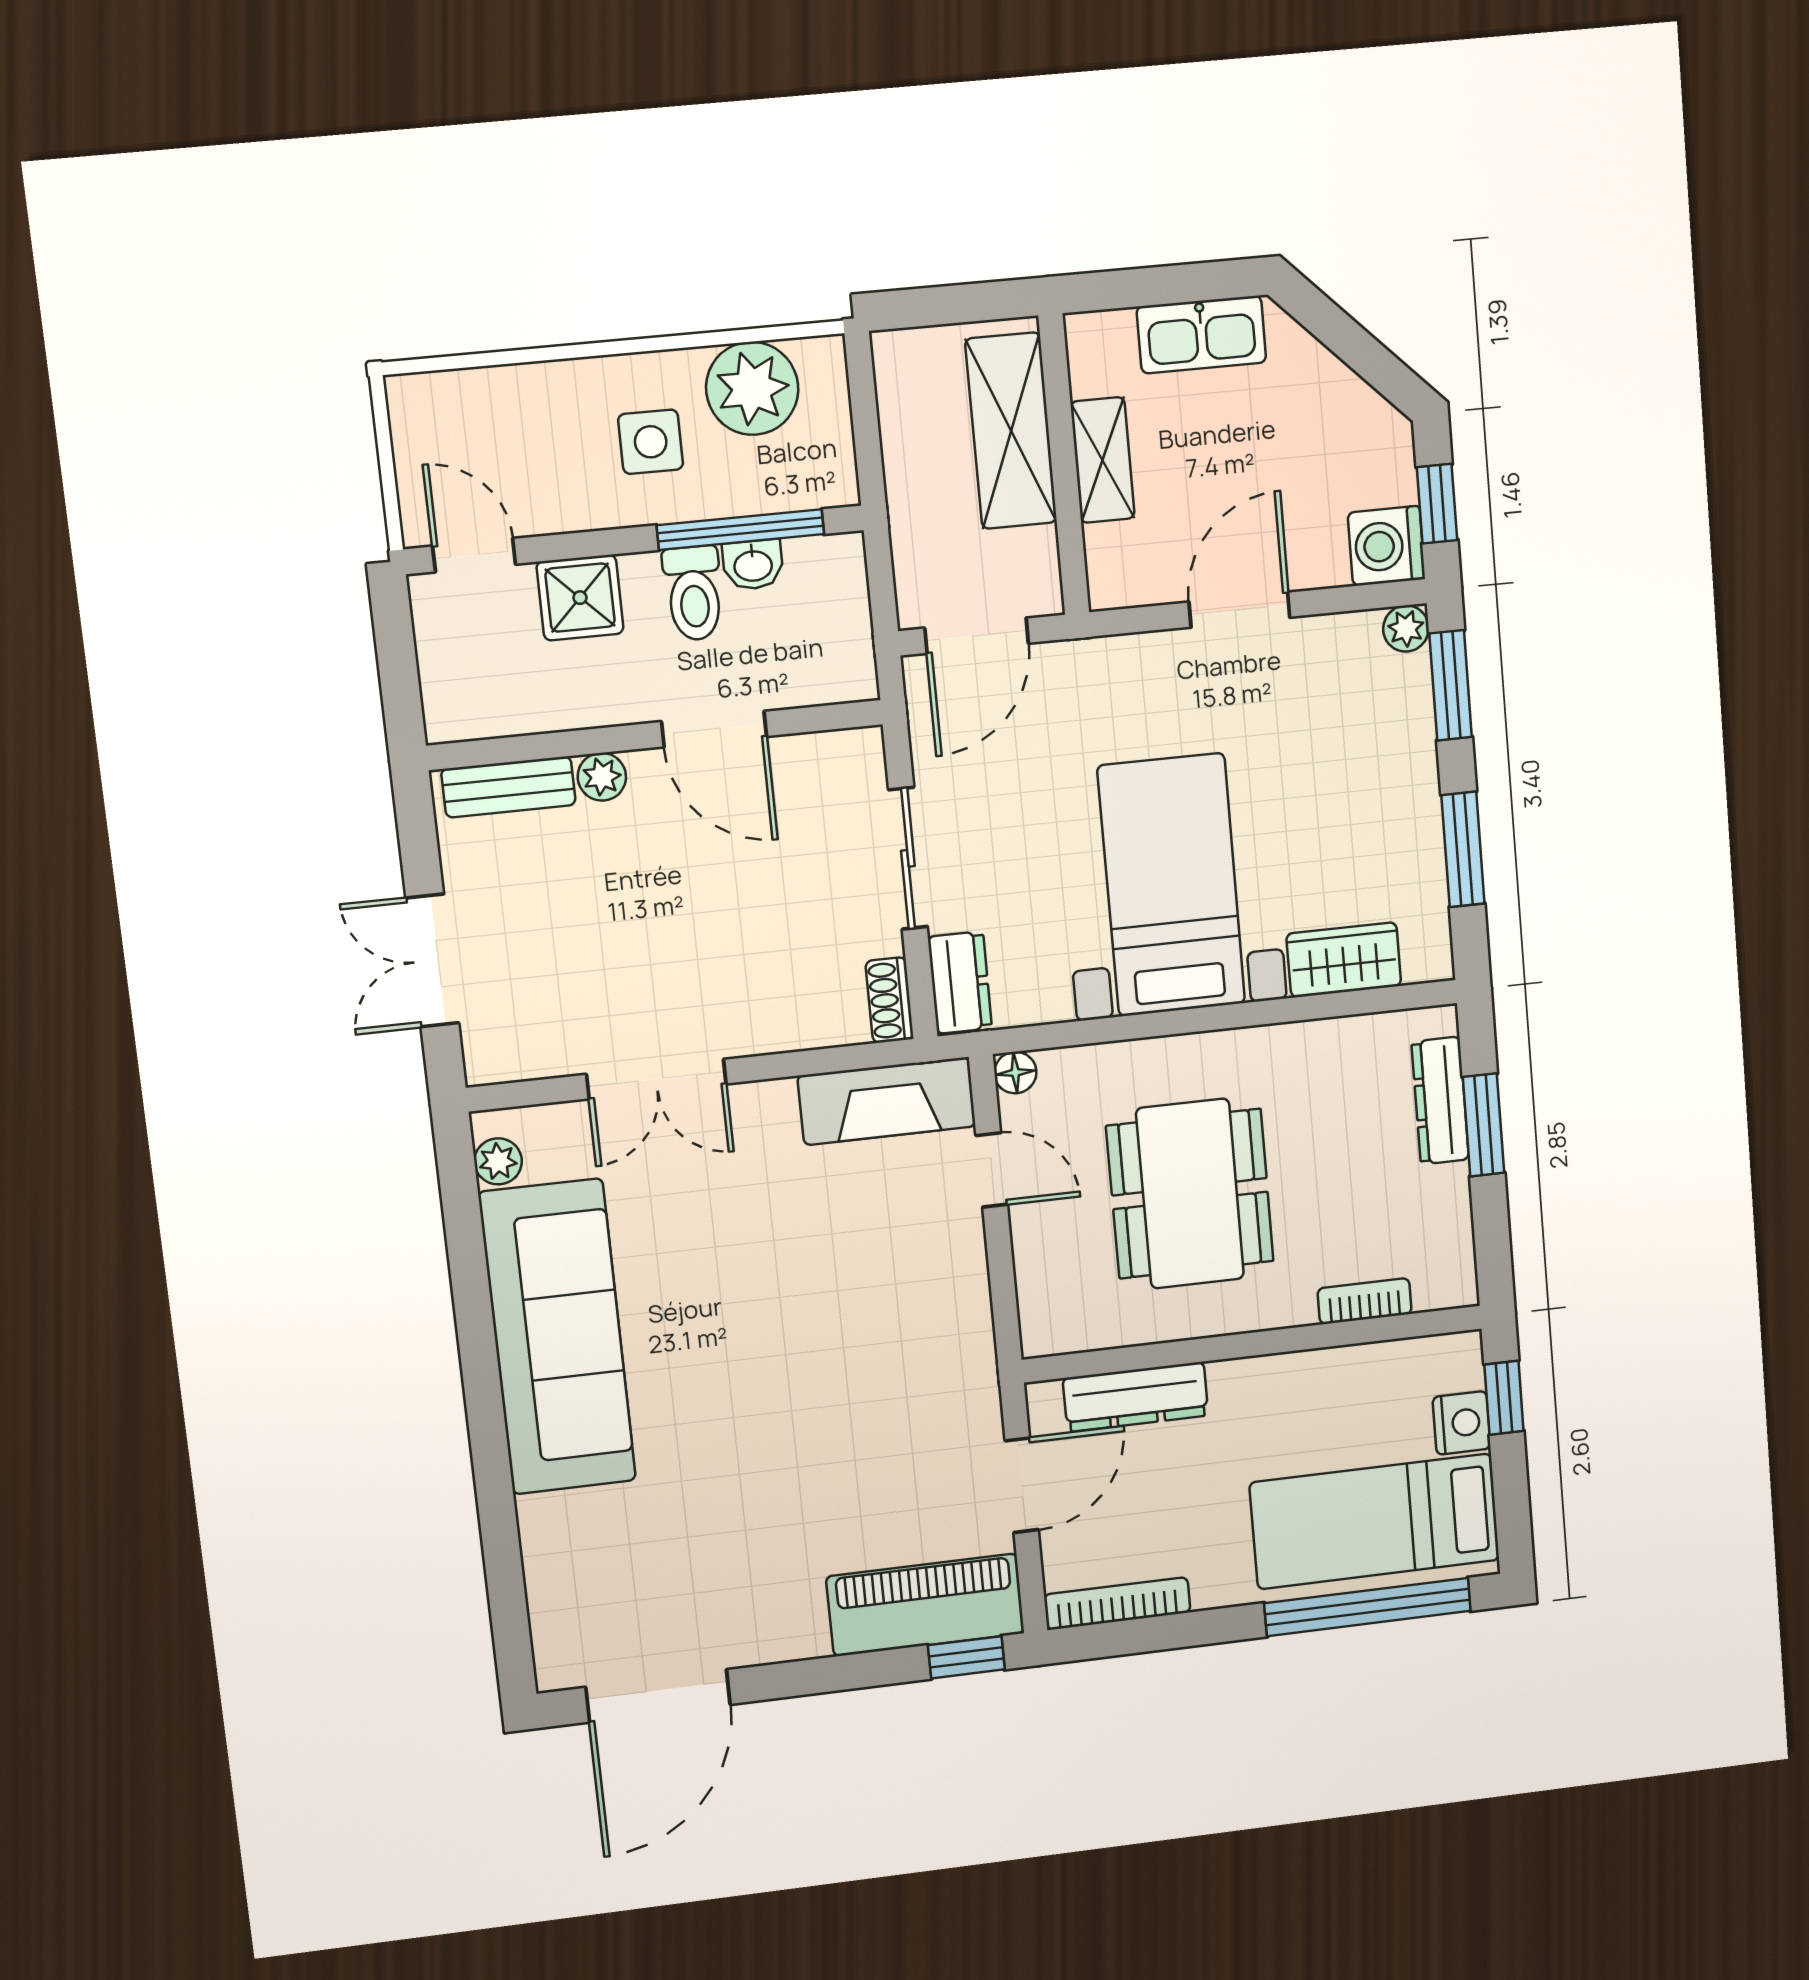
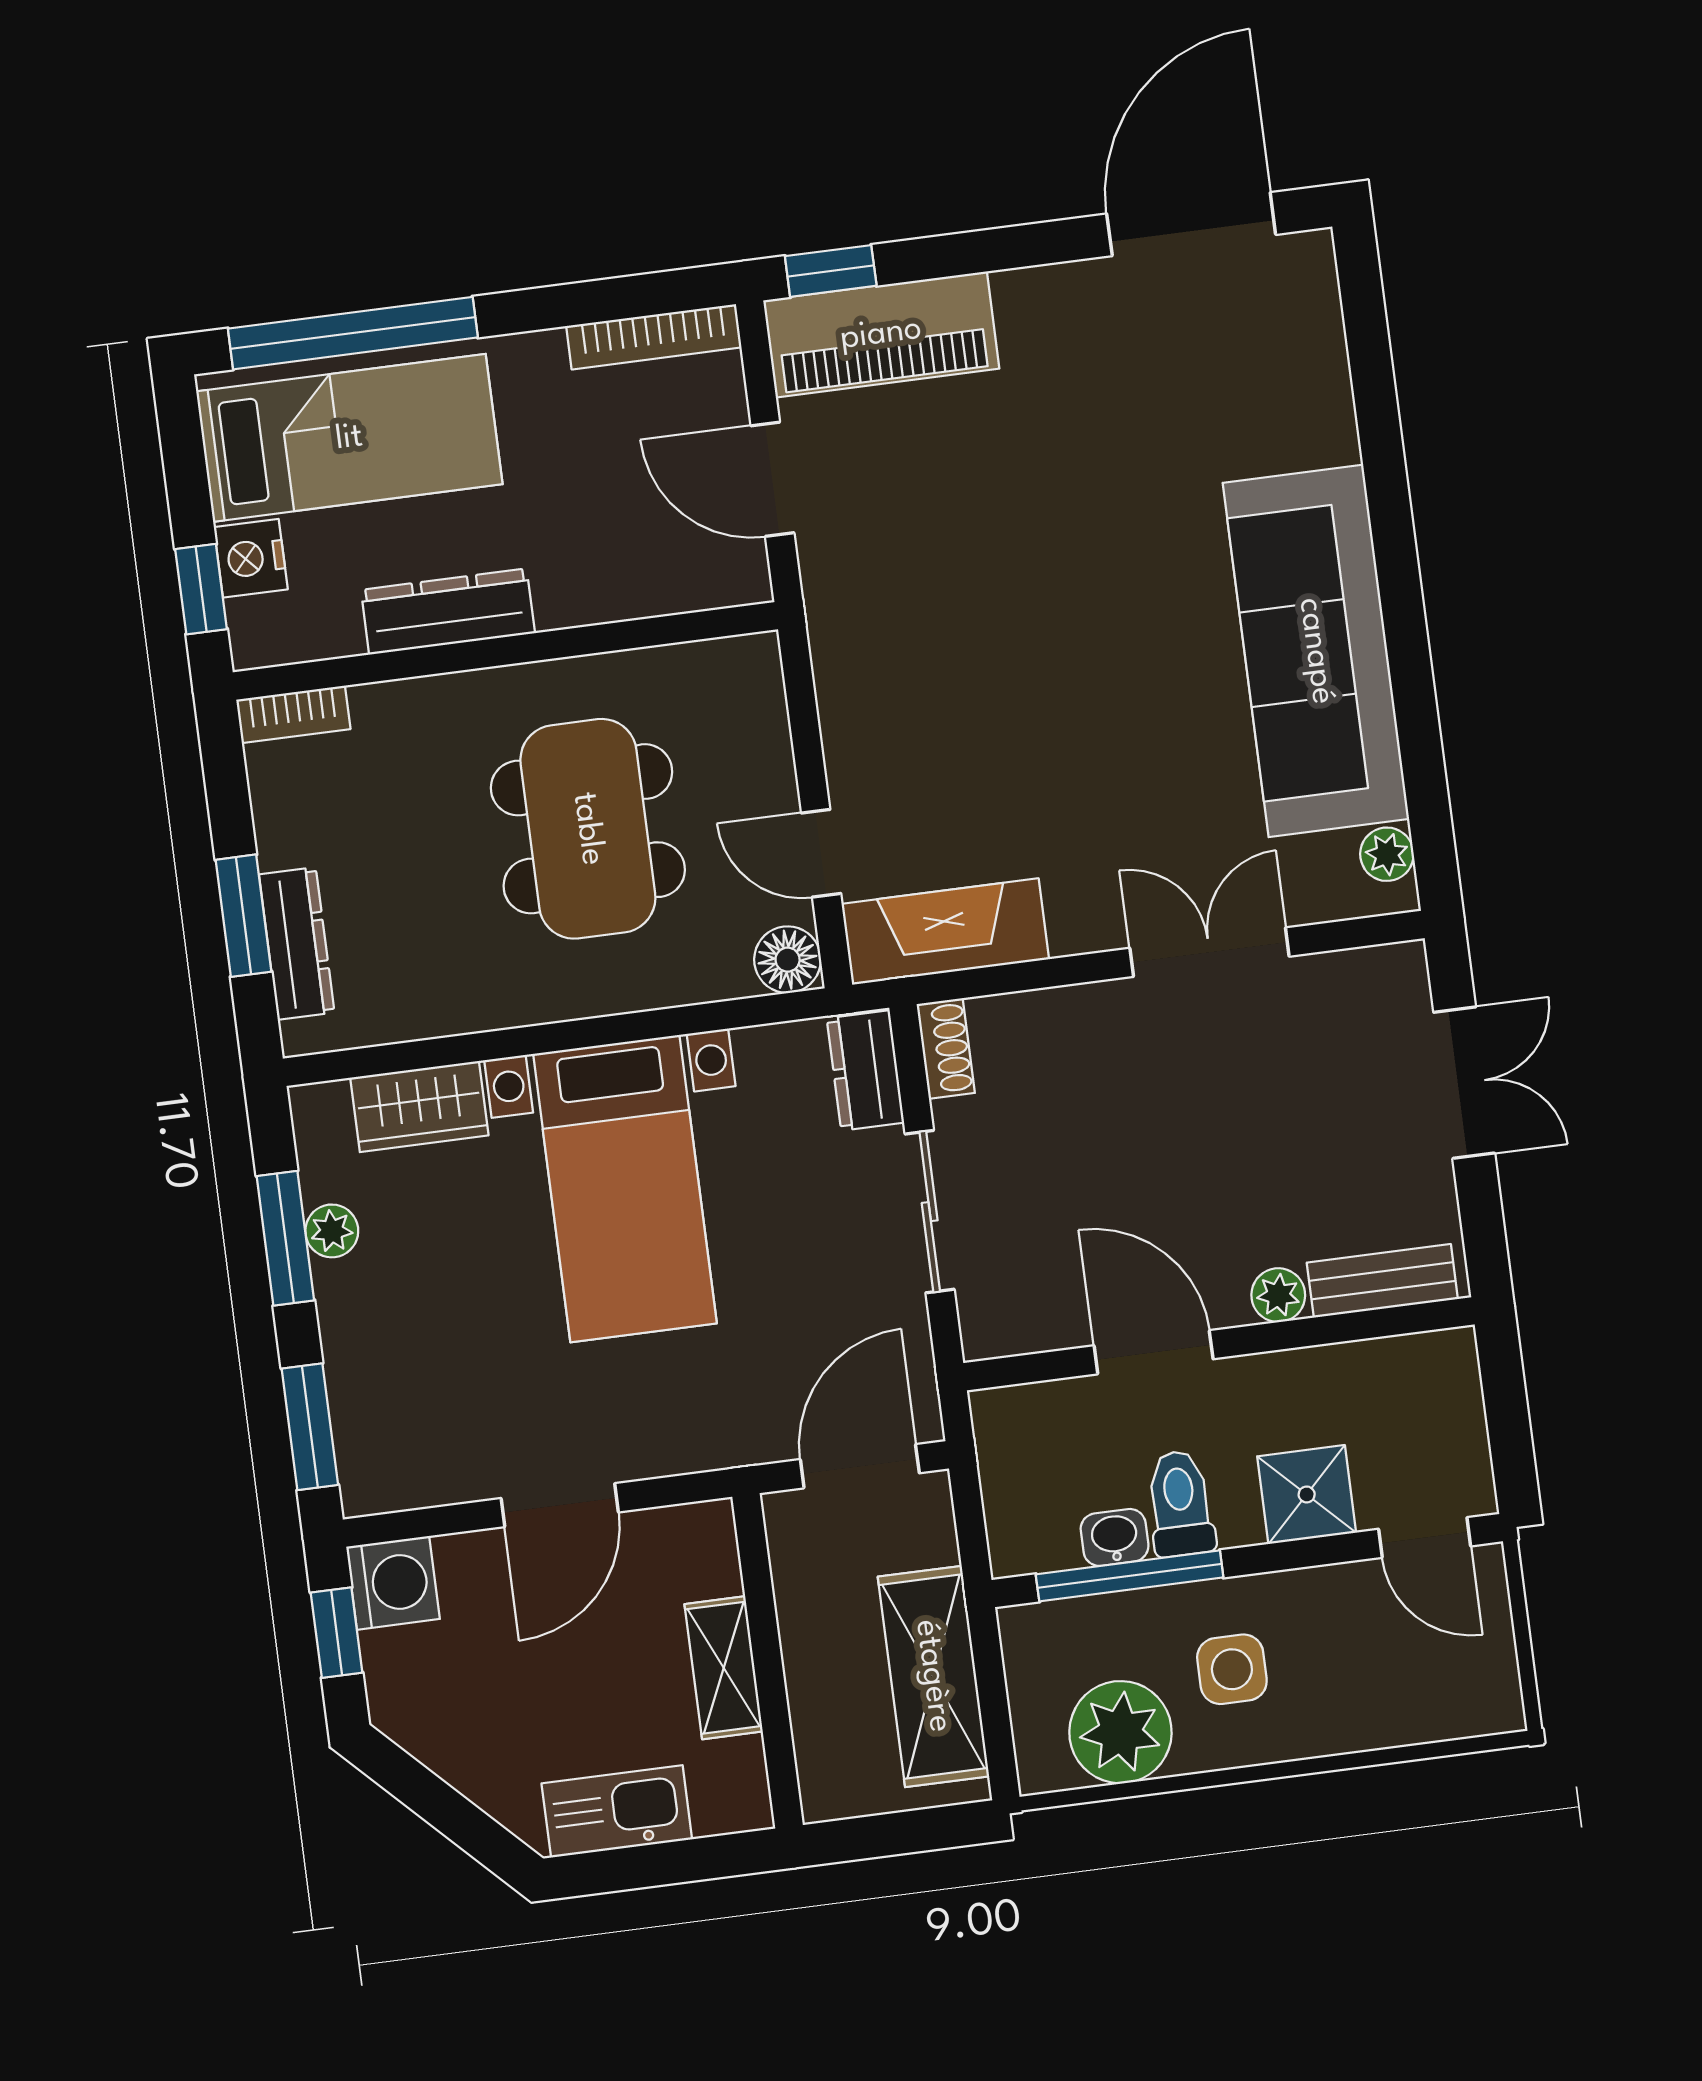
shelving: (1011, 431) -> (933, 1676), moved
plant: (1406, 629) -> (332, 1231), moved
floor lamp: (1015, 1073) -> (788, 960), width x1.37, depth x1.37
bookcase: (1365, 1301) -> (293, 714), moved
dresser: (1136, 1397) -> (448, 612), moved
door: (1022, 1485) -> (773, 479), hinge flipped

